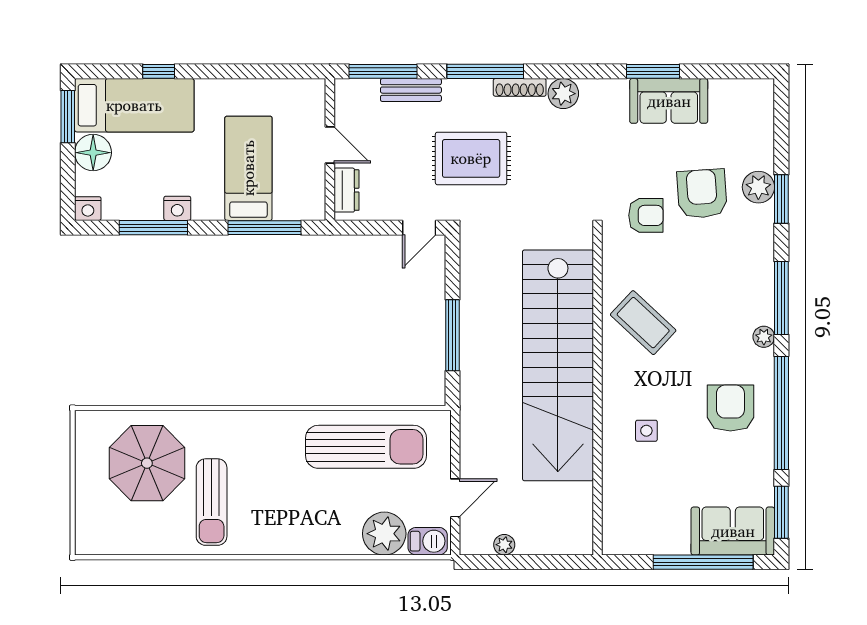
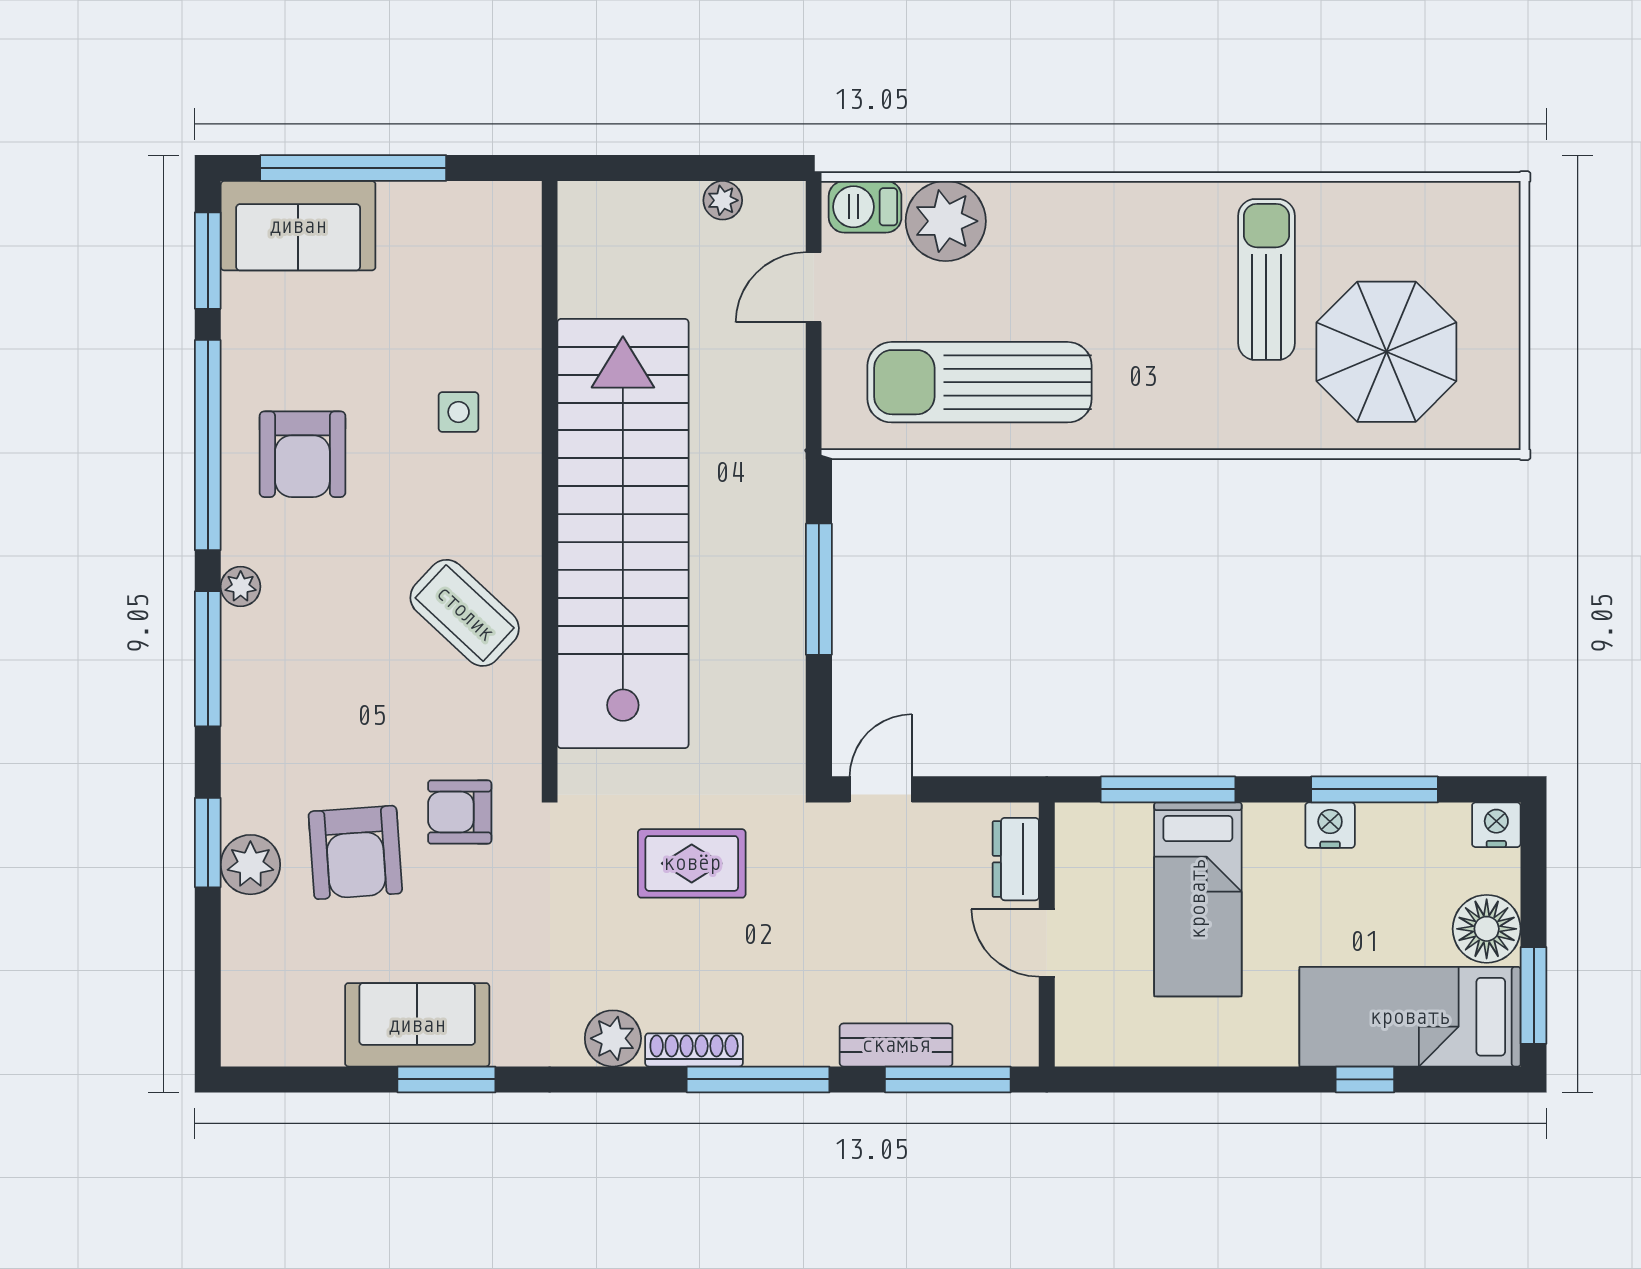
rug: (471, 158) -> (692, 863), moved, width x0.73, depth x0.70

